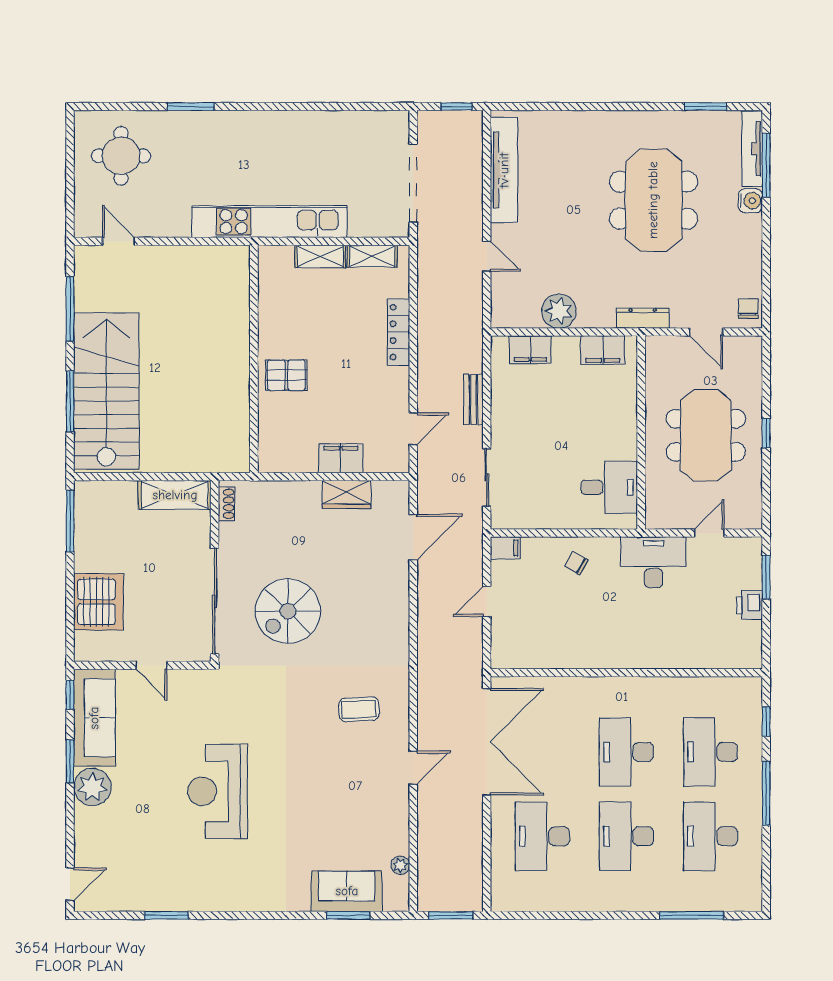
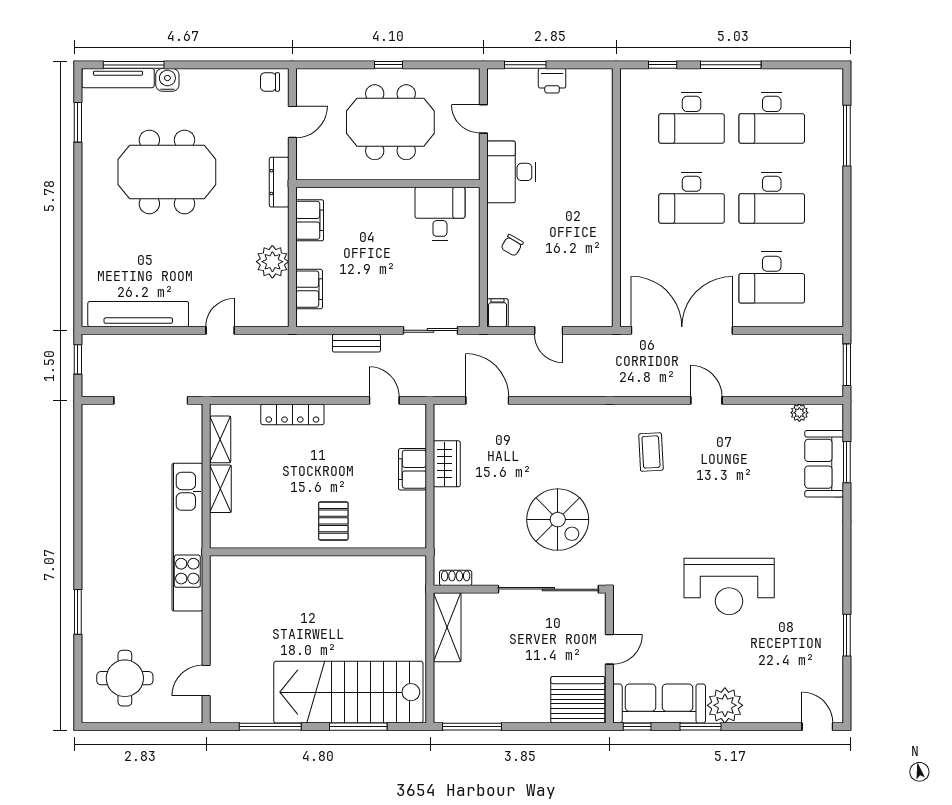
server rack: (98, 602) -> (578, 700), moved

